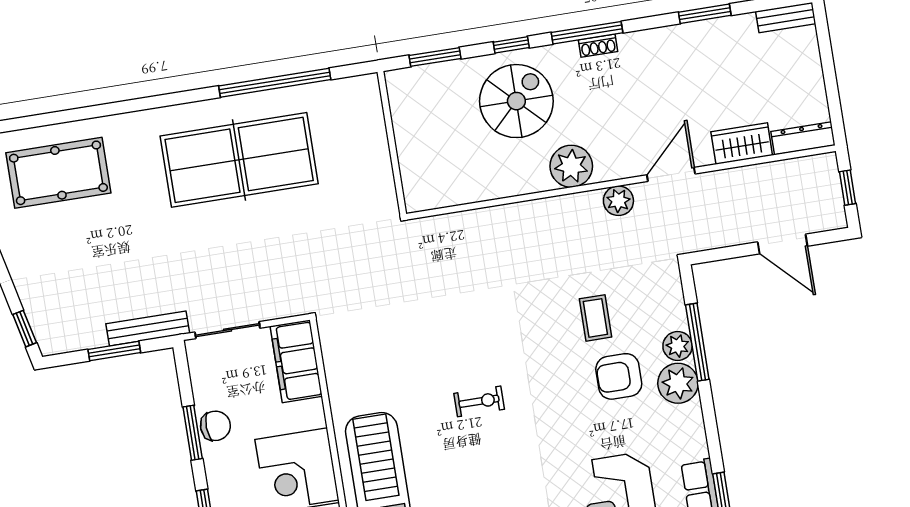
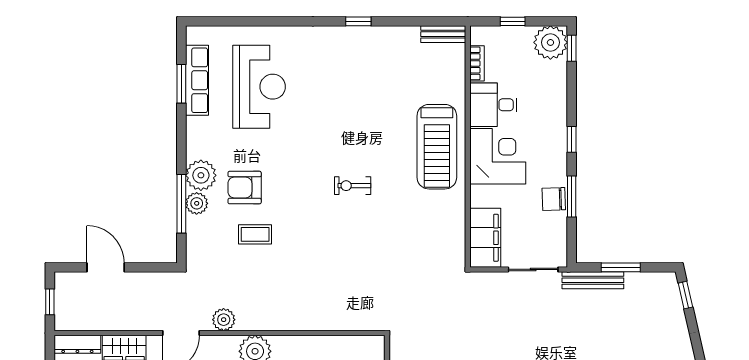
coffee table: (595, 318) -> (255, 234), turned 90
armchair: (619, 376) -> (245, 188), turned 180

